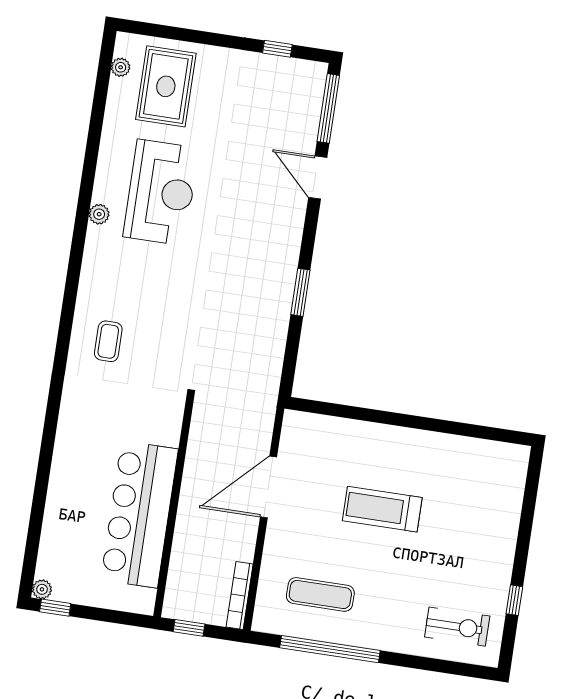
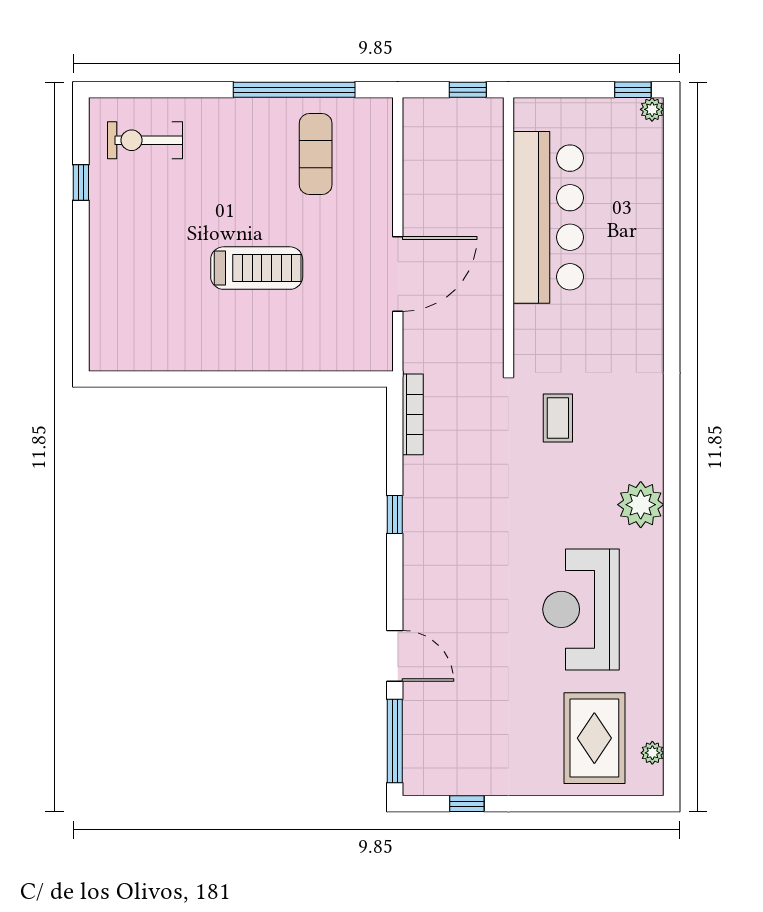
plant: (99, 214) -> (641, 505), moved, width x1.87, depth x1.87
window: (300, 292) -> (395, 514), width x0.67
coffee table: (108, 341) -> (558, 418), moved
exercise mat: (320, 594) -> (316, 154), turned 90
bookcase: (240, 595) -> (413, 414), moved

